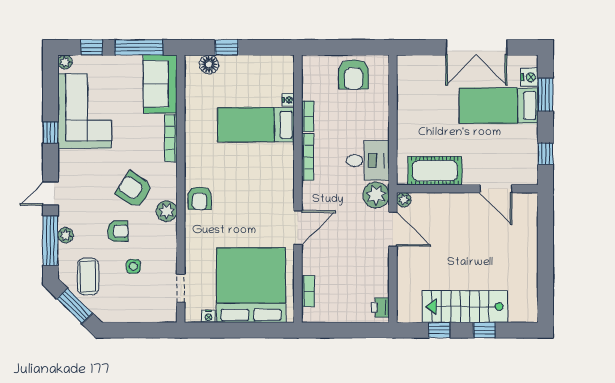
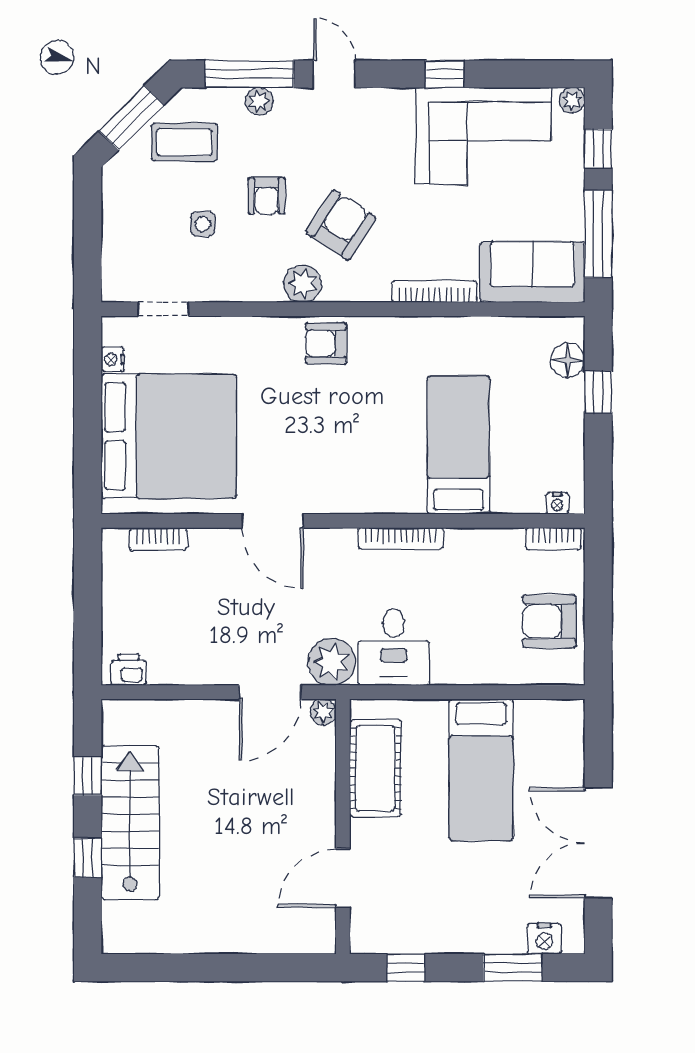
nightstand: (288, 100) -> (557, 503), moved
bed: (499, 106) -> (481, 770), moved, turned 180
bookcase: (308, 116) -> (553, 539), moved

